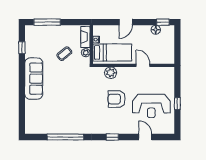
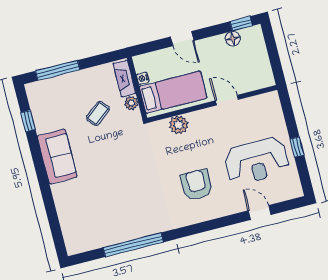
door: (126, 22) -> (182, 39), hinge flipped
sofa: (34, 79) -> (57, 156), width x0.73
armchair: (117, 99) -> (197, 185), moved, turned 90
window: (112, 137) -> (207, 226), removed

